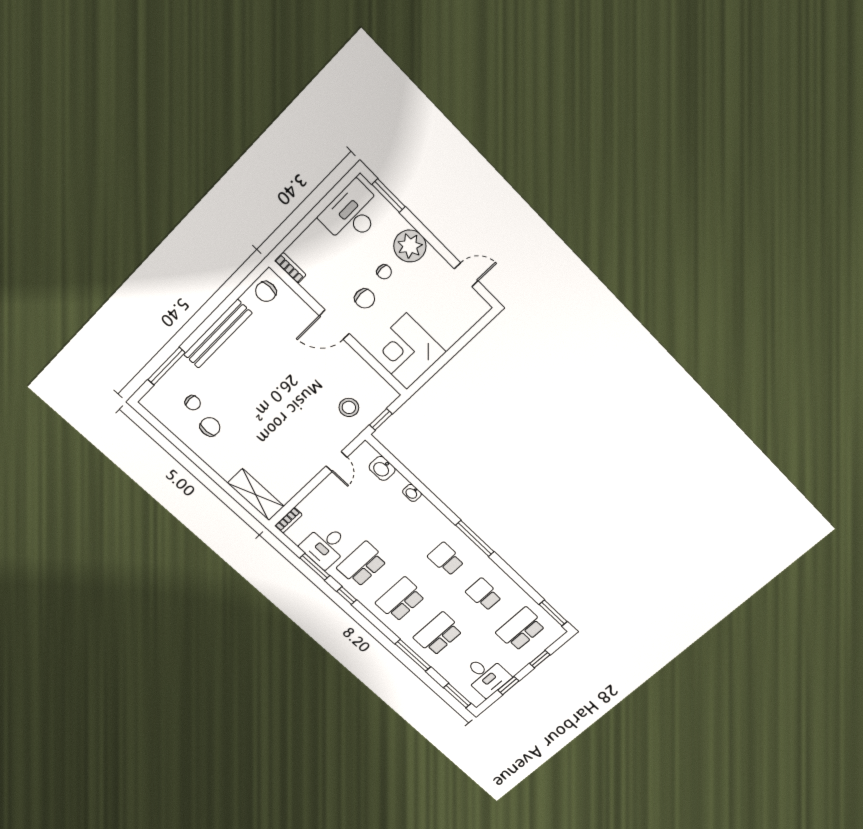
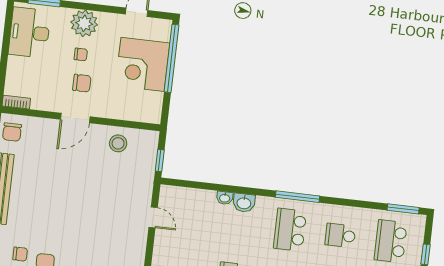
window: (464, 341) -> (171, 58), added
corner desk: (407, 351) -> (143, 64), moved
stool: (349, 407) -> (118, 143), moved
washbasin: (382, 468) -> (244, 203), moved
school desk: (446, 559) -> (290, 230), width x1.85

